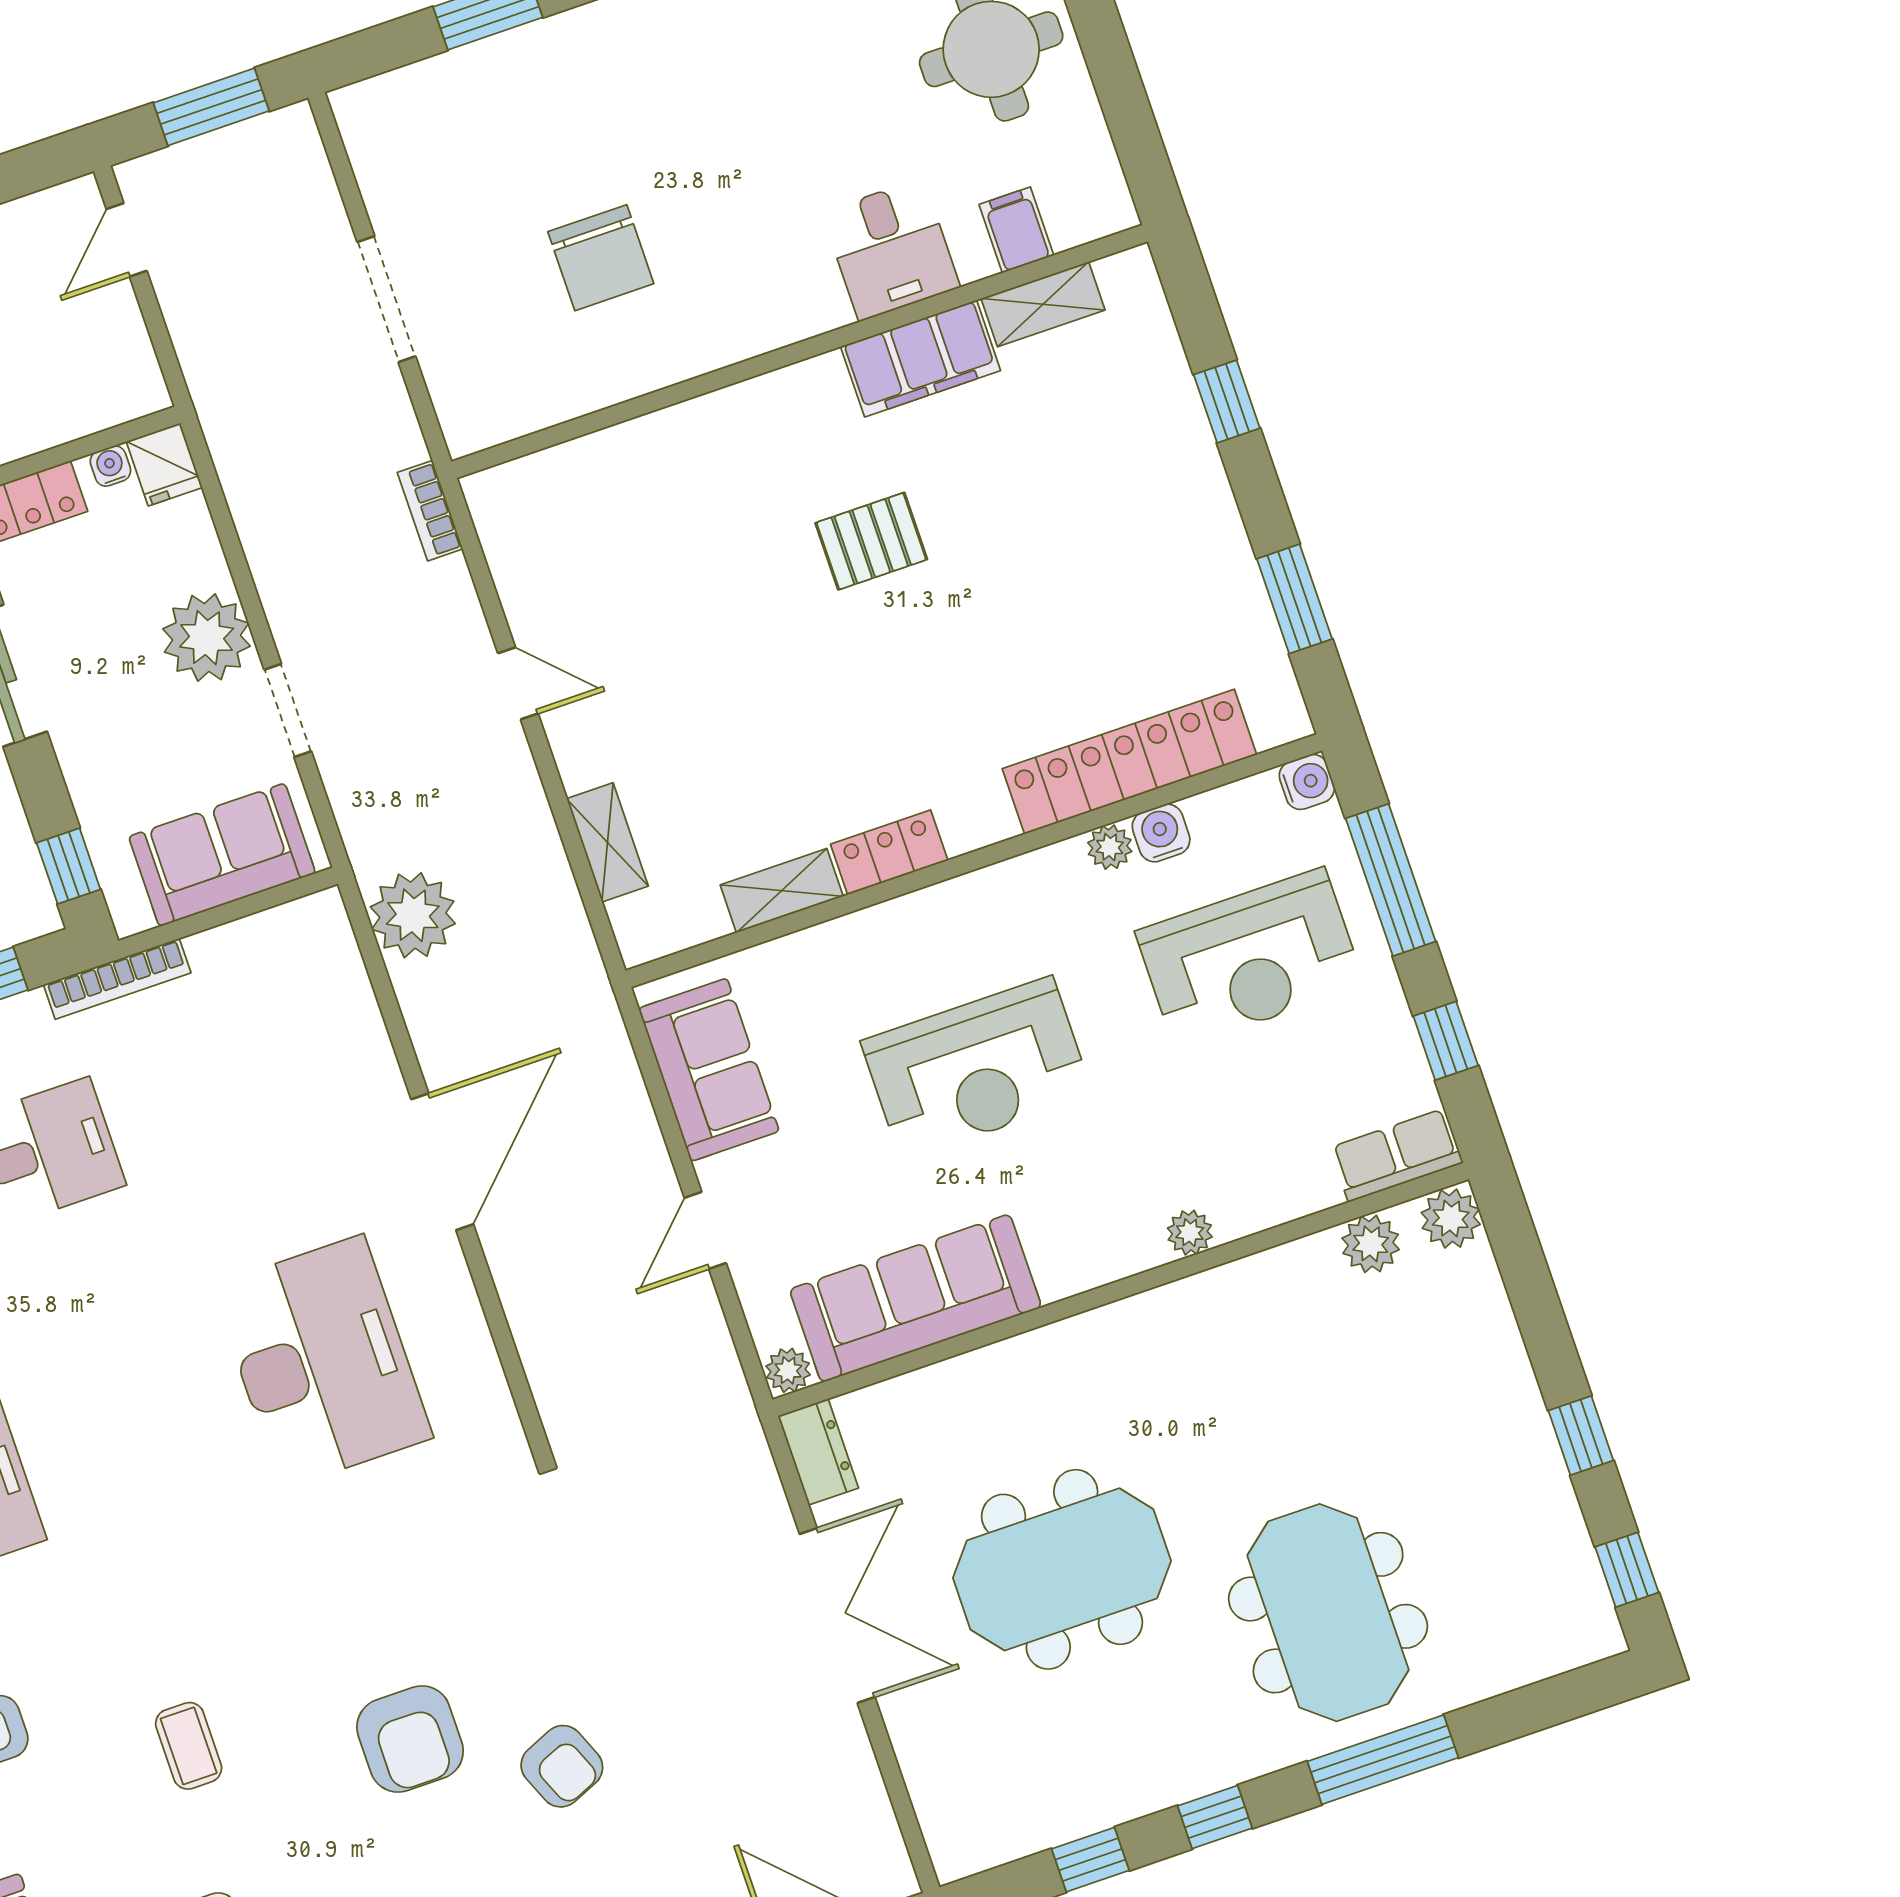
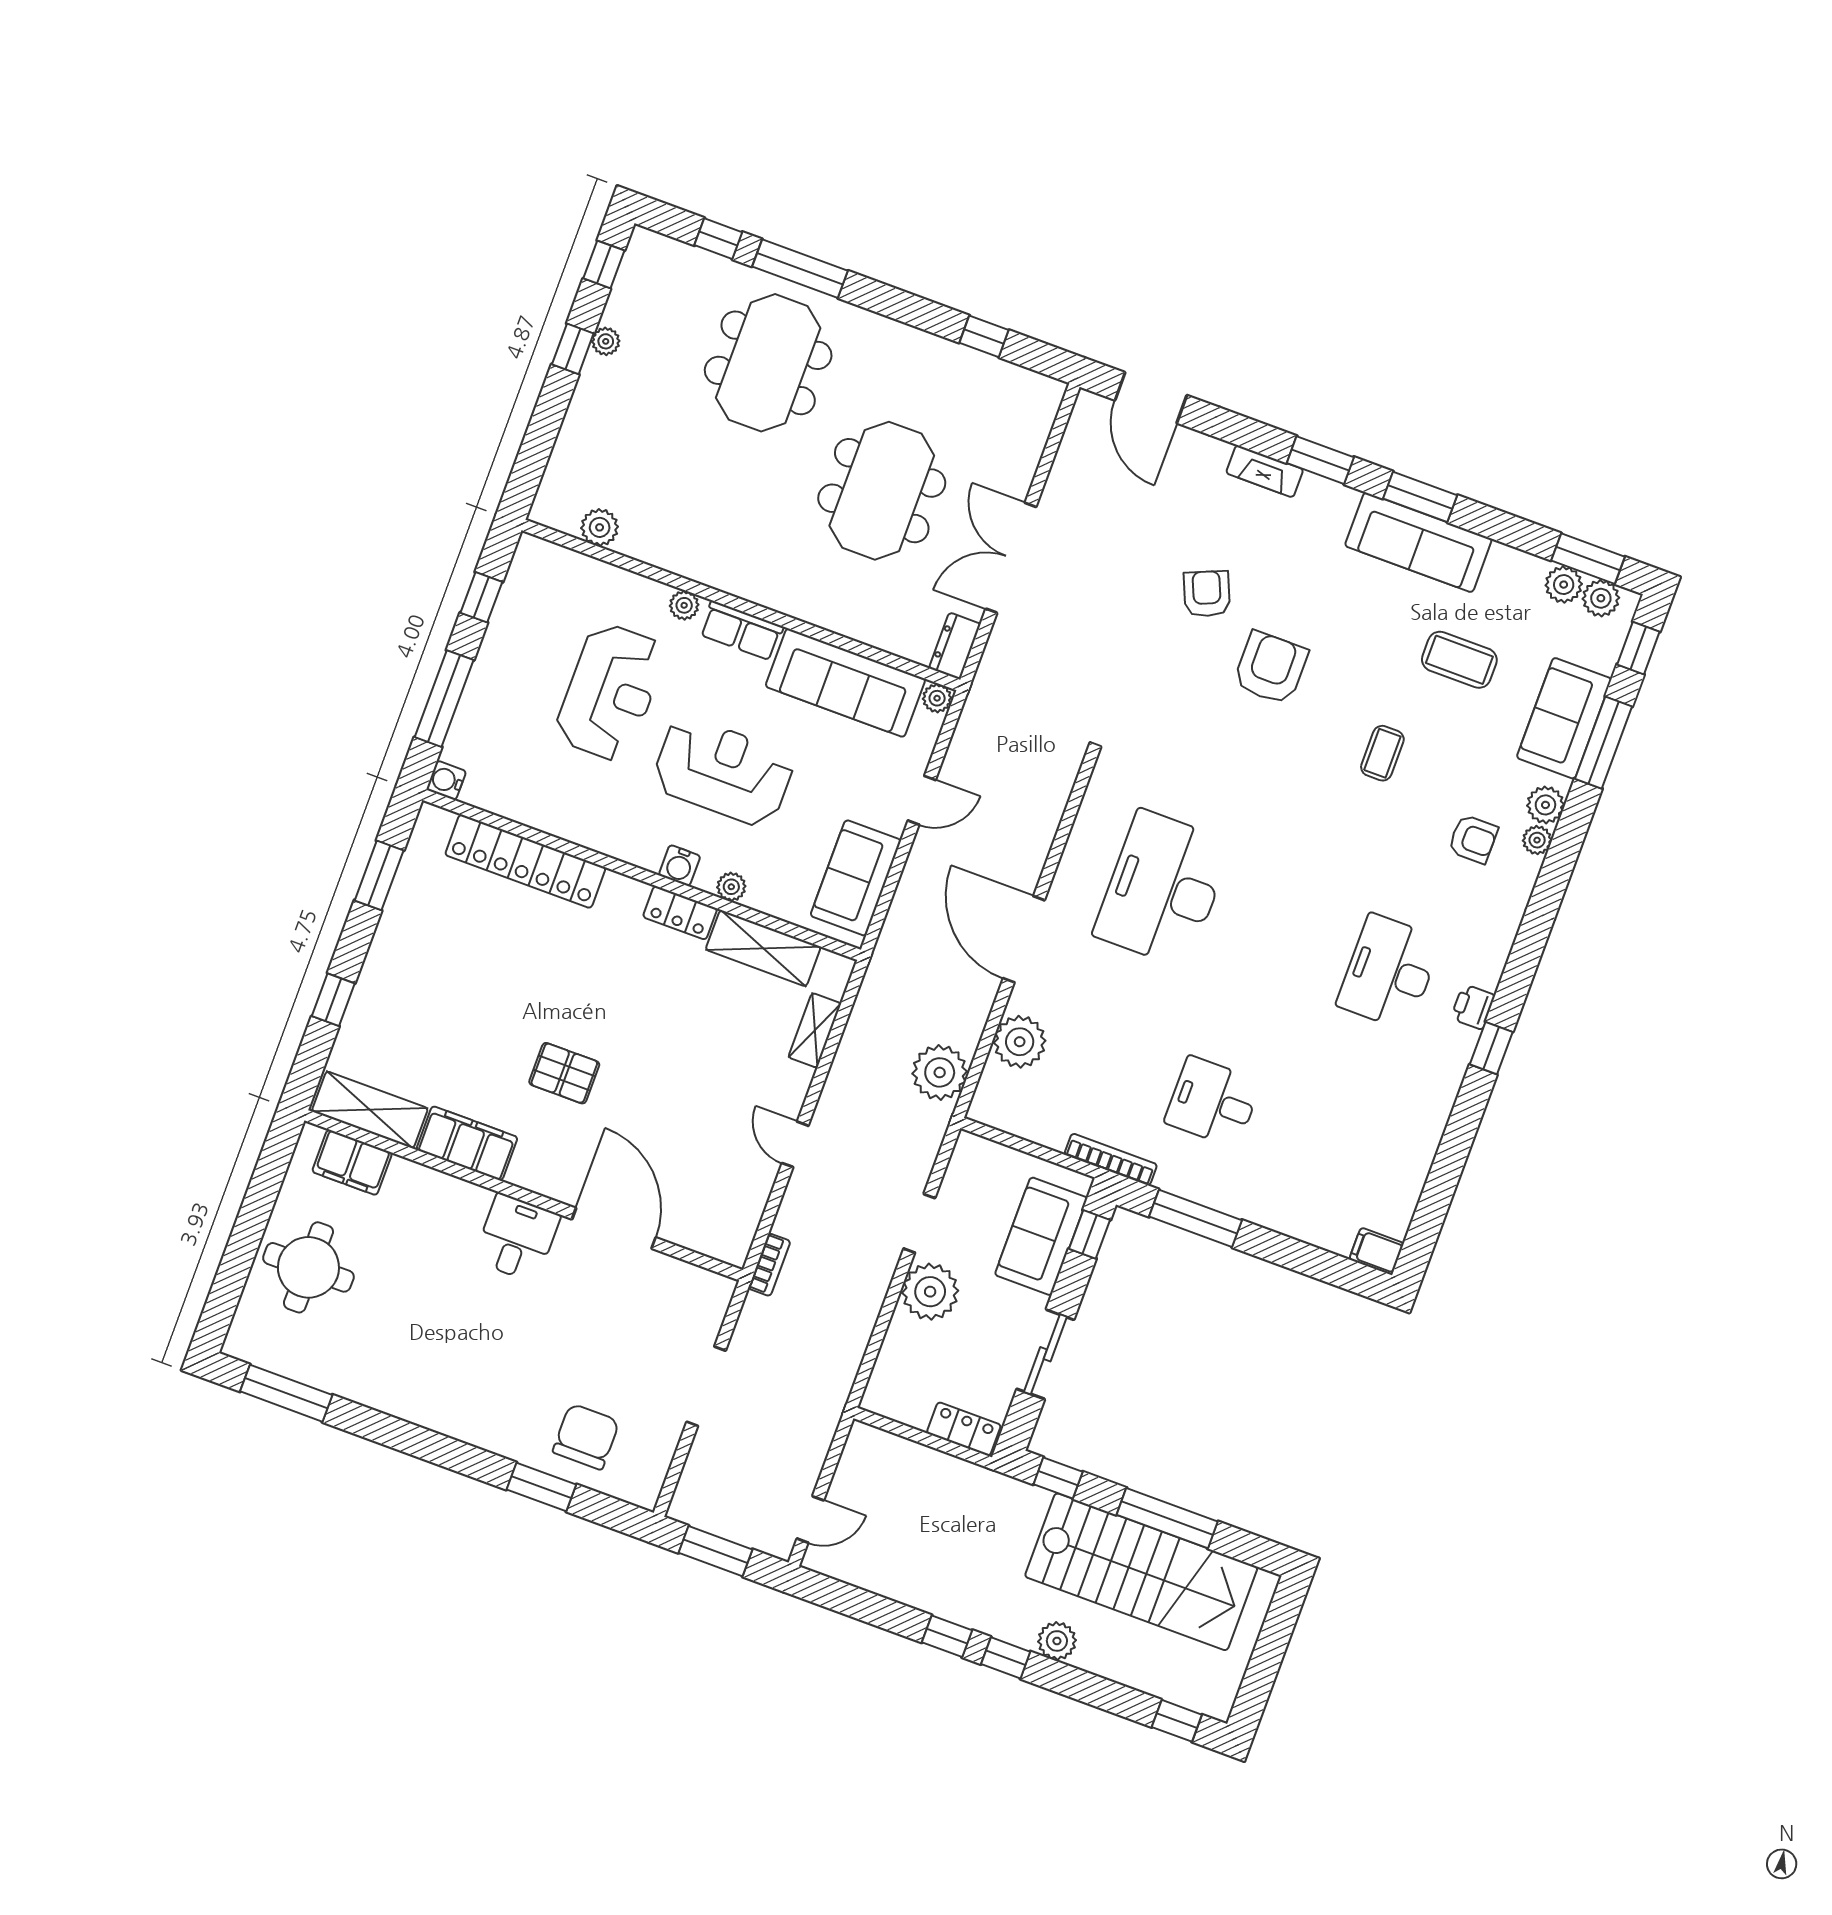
filing cabinet: (1016, 230) -> (352, 1162), width x2.00
desk: (891, 250) -> (517, 1238), moved
chair: (601, 258) -> (586, 1437), moved
shelving: (1043, 304) -> (370, 1110), width x1.50, depth x1.33
door: (656, 401) -> (614, 1228), added
fridge: (164, 464) -> (882, 1394), removed
water cooler: (110, 466) -> (909, 1415), removed
water cooler: (1161, 833) -> (680, 865), moved
plant: (1110, 847) -> (731, 887), moved
sofa: (222, 855) -> (1041, 1236), moved, turned 90
shelving: (782, 891) -> (763, 948), width x1.50, depth x1.33
reception desk: (1250, 958) -> (610, 692), moved, turned 90
plant: (346, 1032) -> (1020, 1042), added
row of seats: (1397, 1155) -> (741, 631), moved
door: (442, 1162) -> (1024, 939), hinge flipped
plant: (1451, 1219) -> (606, 341), moved, width x0.73, depth x0.73
meeting table: (1062, 1569) -> (882, 491), turned 90
window: (1215, 1817) -> (718, 239), moved

